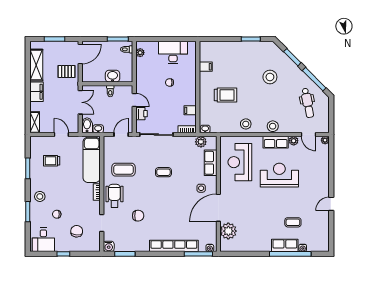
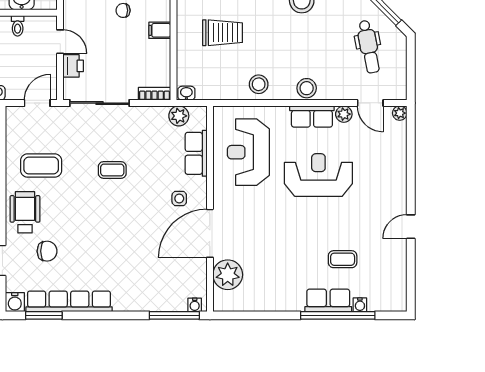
filing cabinet: (190, 110) -> (160, 30), moved
chair: (138, 216) -> (47, 251), moved
row of seats: (174, 246) -> (69, 301), moved

